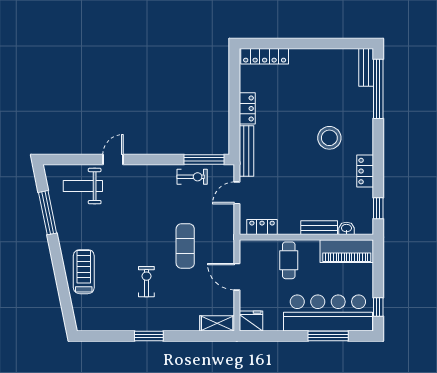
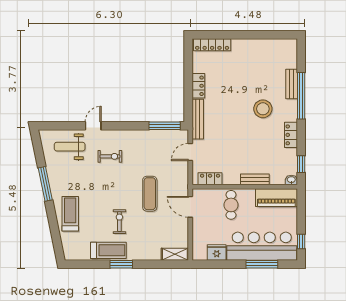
bench: (366, 67) -> (292, 84), moved
window: (378, 89) -> (301, 96), moved
exercise bike: (192, 177) -> (110, 156), moved
window: (48, 213) -> (45, 184), moved
washbasin: (346, 228) -> (291, 180), moved
door: (237, 277) -> (190, 207), moved
treadmill: (132, 318) -> (108, 250), added
fridge: (251, 321) -> (217, 252), moved

